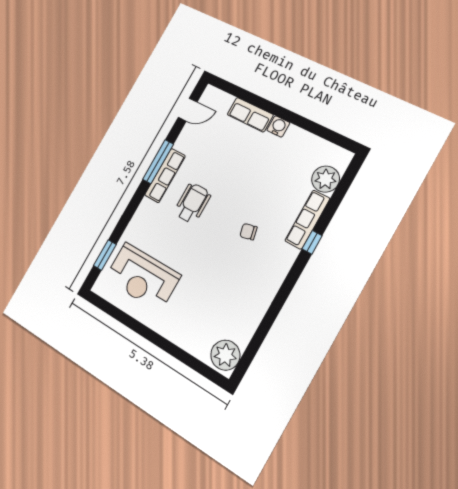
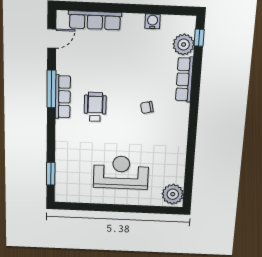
row of seats: (250, 115) -> (95, 20), width x1.48
water cooler: (278, 126) -> (153, 21), moved
window: (312, 242) -> (199, 38), moved
reception desk: (142, 277) -> (121, 172), moved, turned 180

